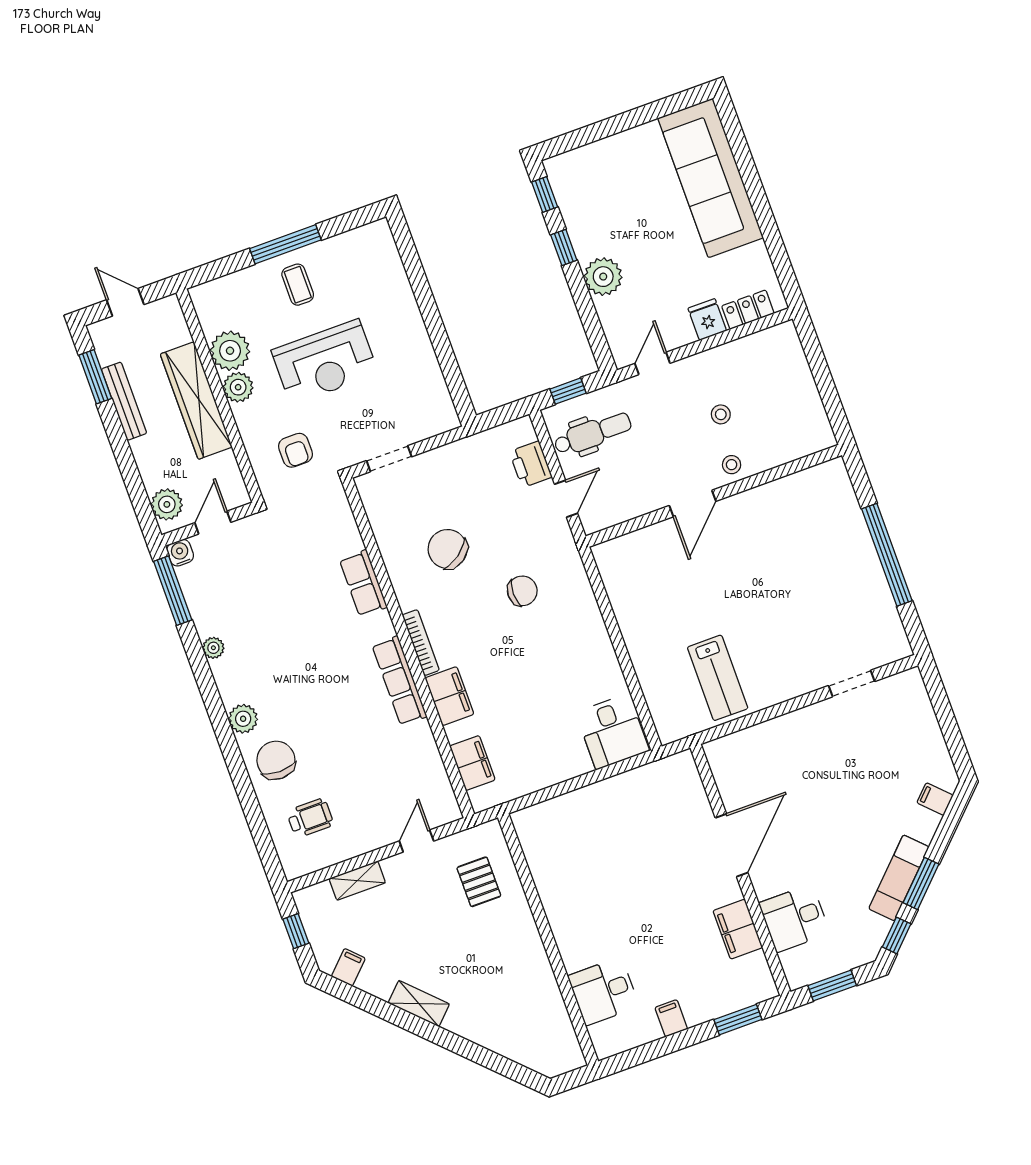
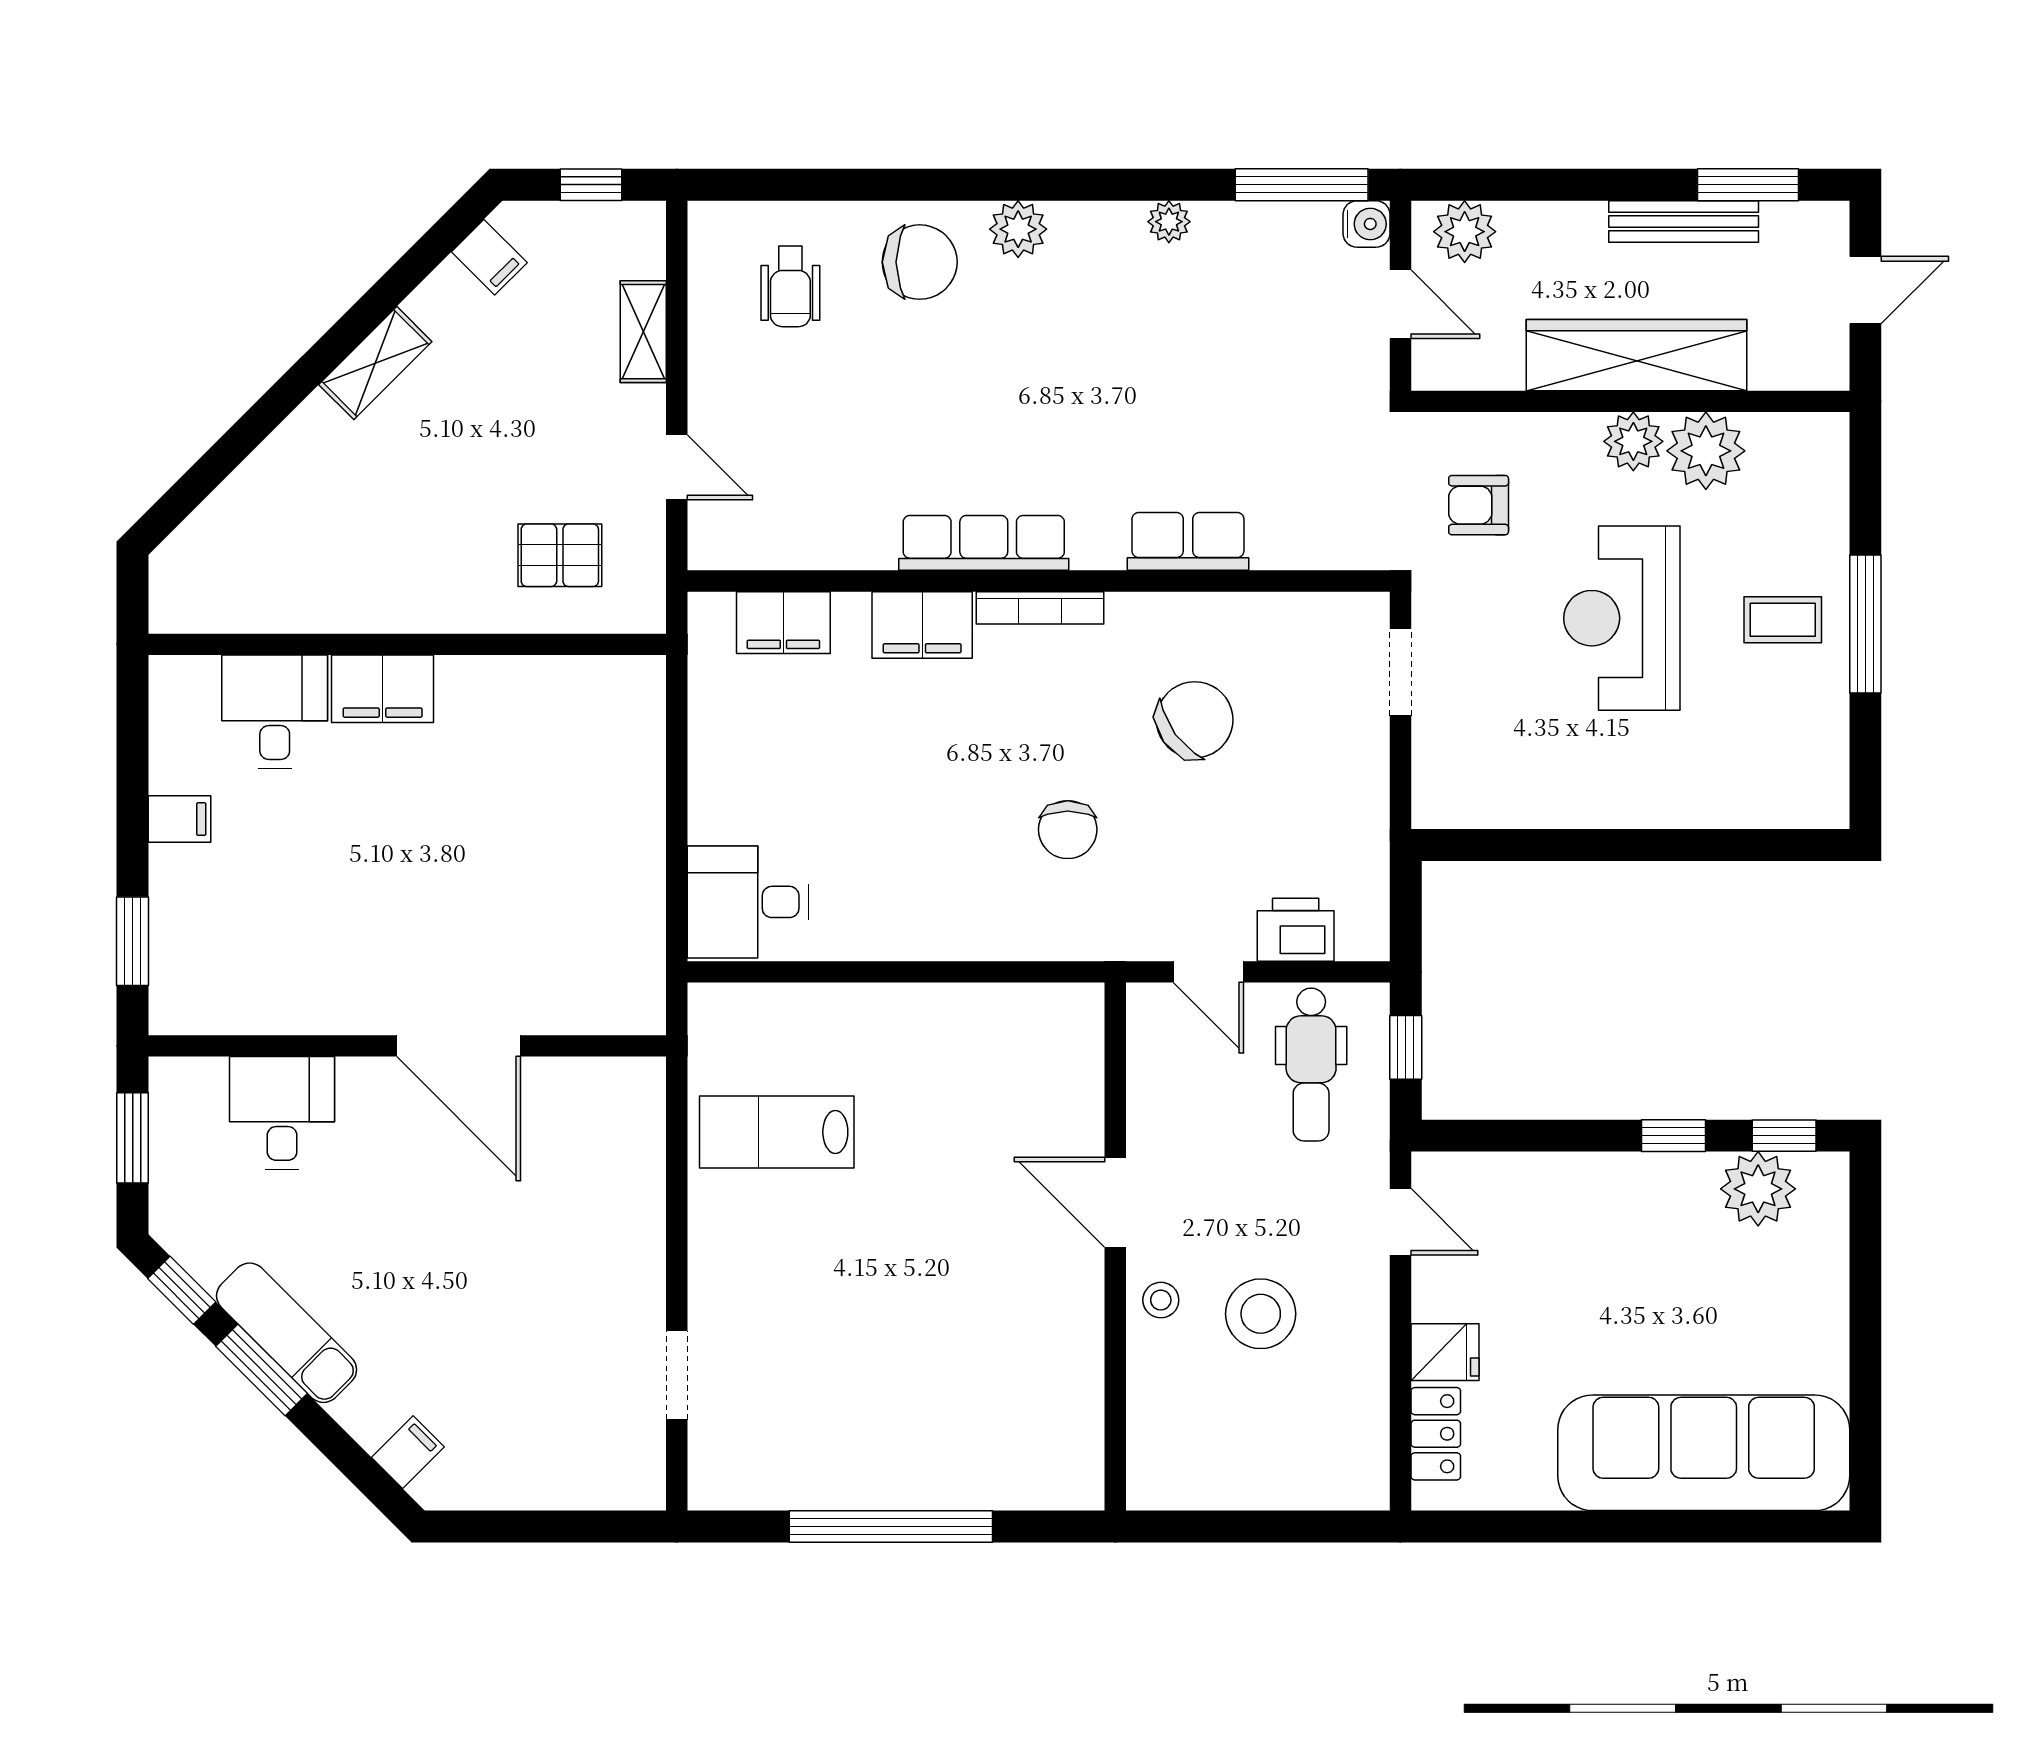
plant: (603, 277) -> (1758, 1189), moved
stool: (721, 414) -> (1261, 1314), width x1.89, depth x1.89
filing cabinet: (738, 929) -> (383, 689), moved, turned 180

